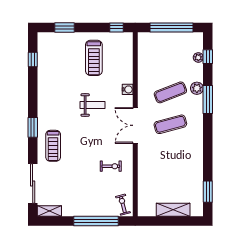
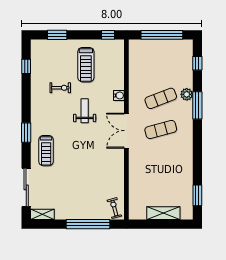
plant: (198, 57) -> (188, 64), removed
weight bench: (93, 105) -> (85, 111), turned -90
exercise bike: (111, 166) -> (60, 88), moved

